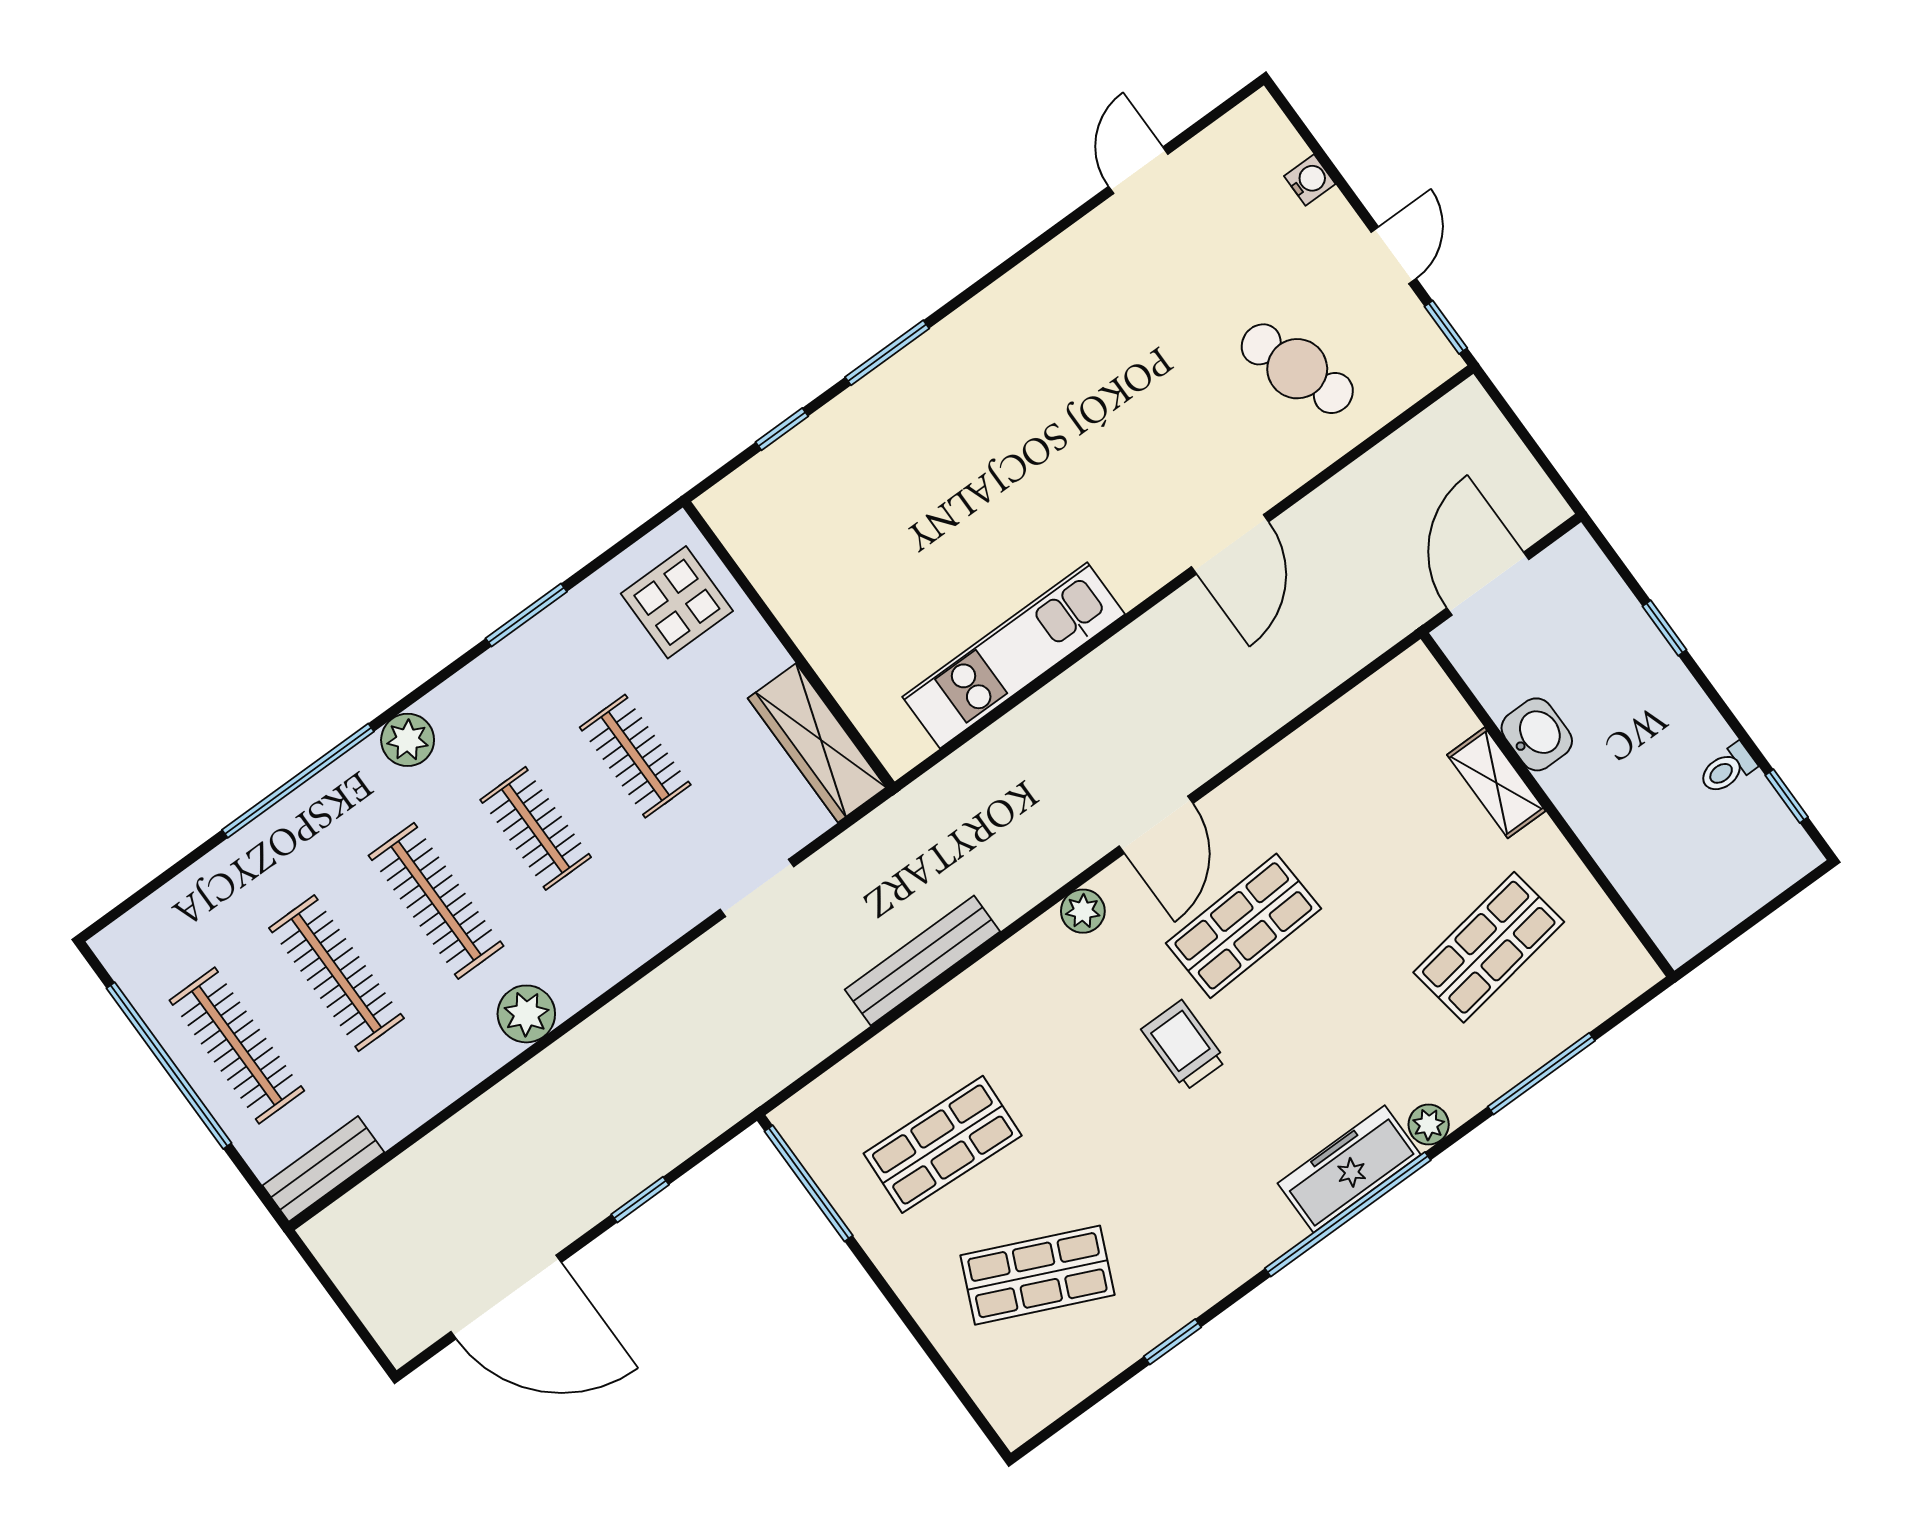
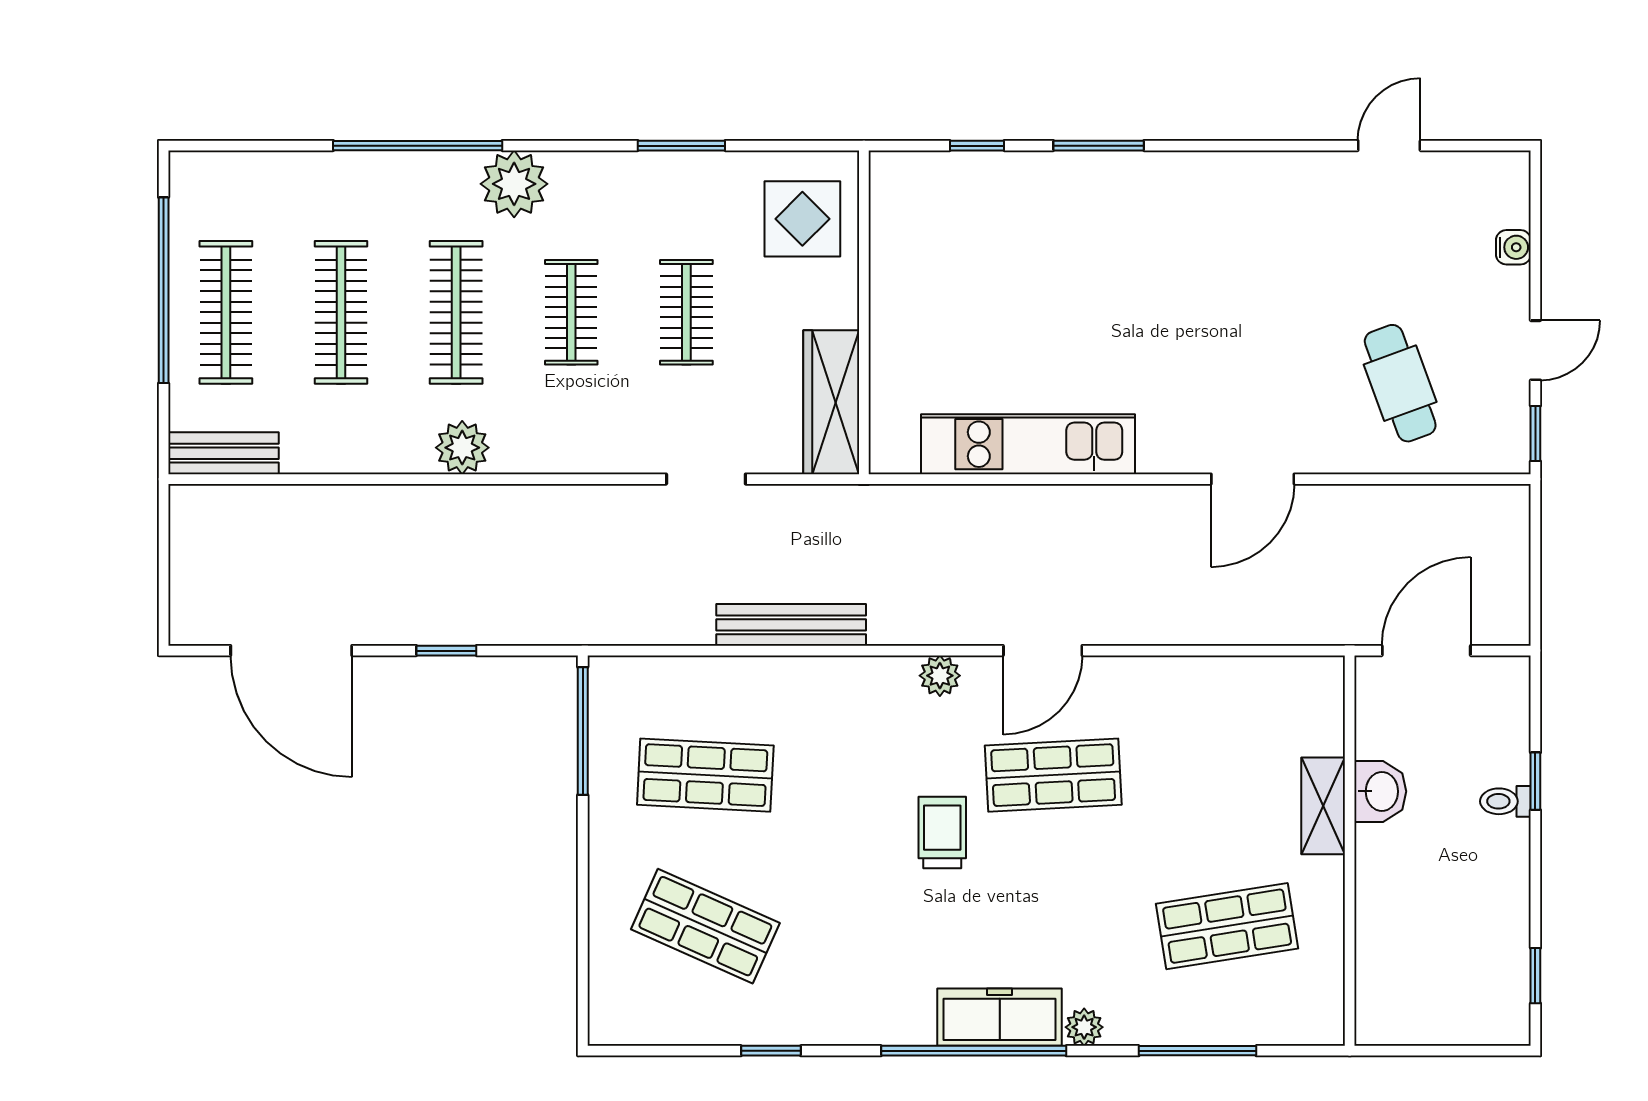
plant: (408, 740) -> (514, 184), width x1.36, depth x1.36
toilet: (1727, 769) -> (1505, 801), moved

